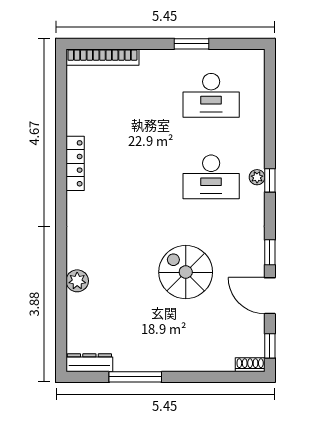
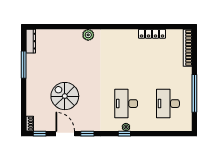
window: (192, 44) -> (194, 93), width x2.11
locker: (75, 163) -> (152, 34), moved
spiral stairs: (186, 272) -> (65, 96), moved, turned -90
plant: (77, 281) -> (88, 35), moved
door: (270, 296) -> (65, 134), hinge flipped

